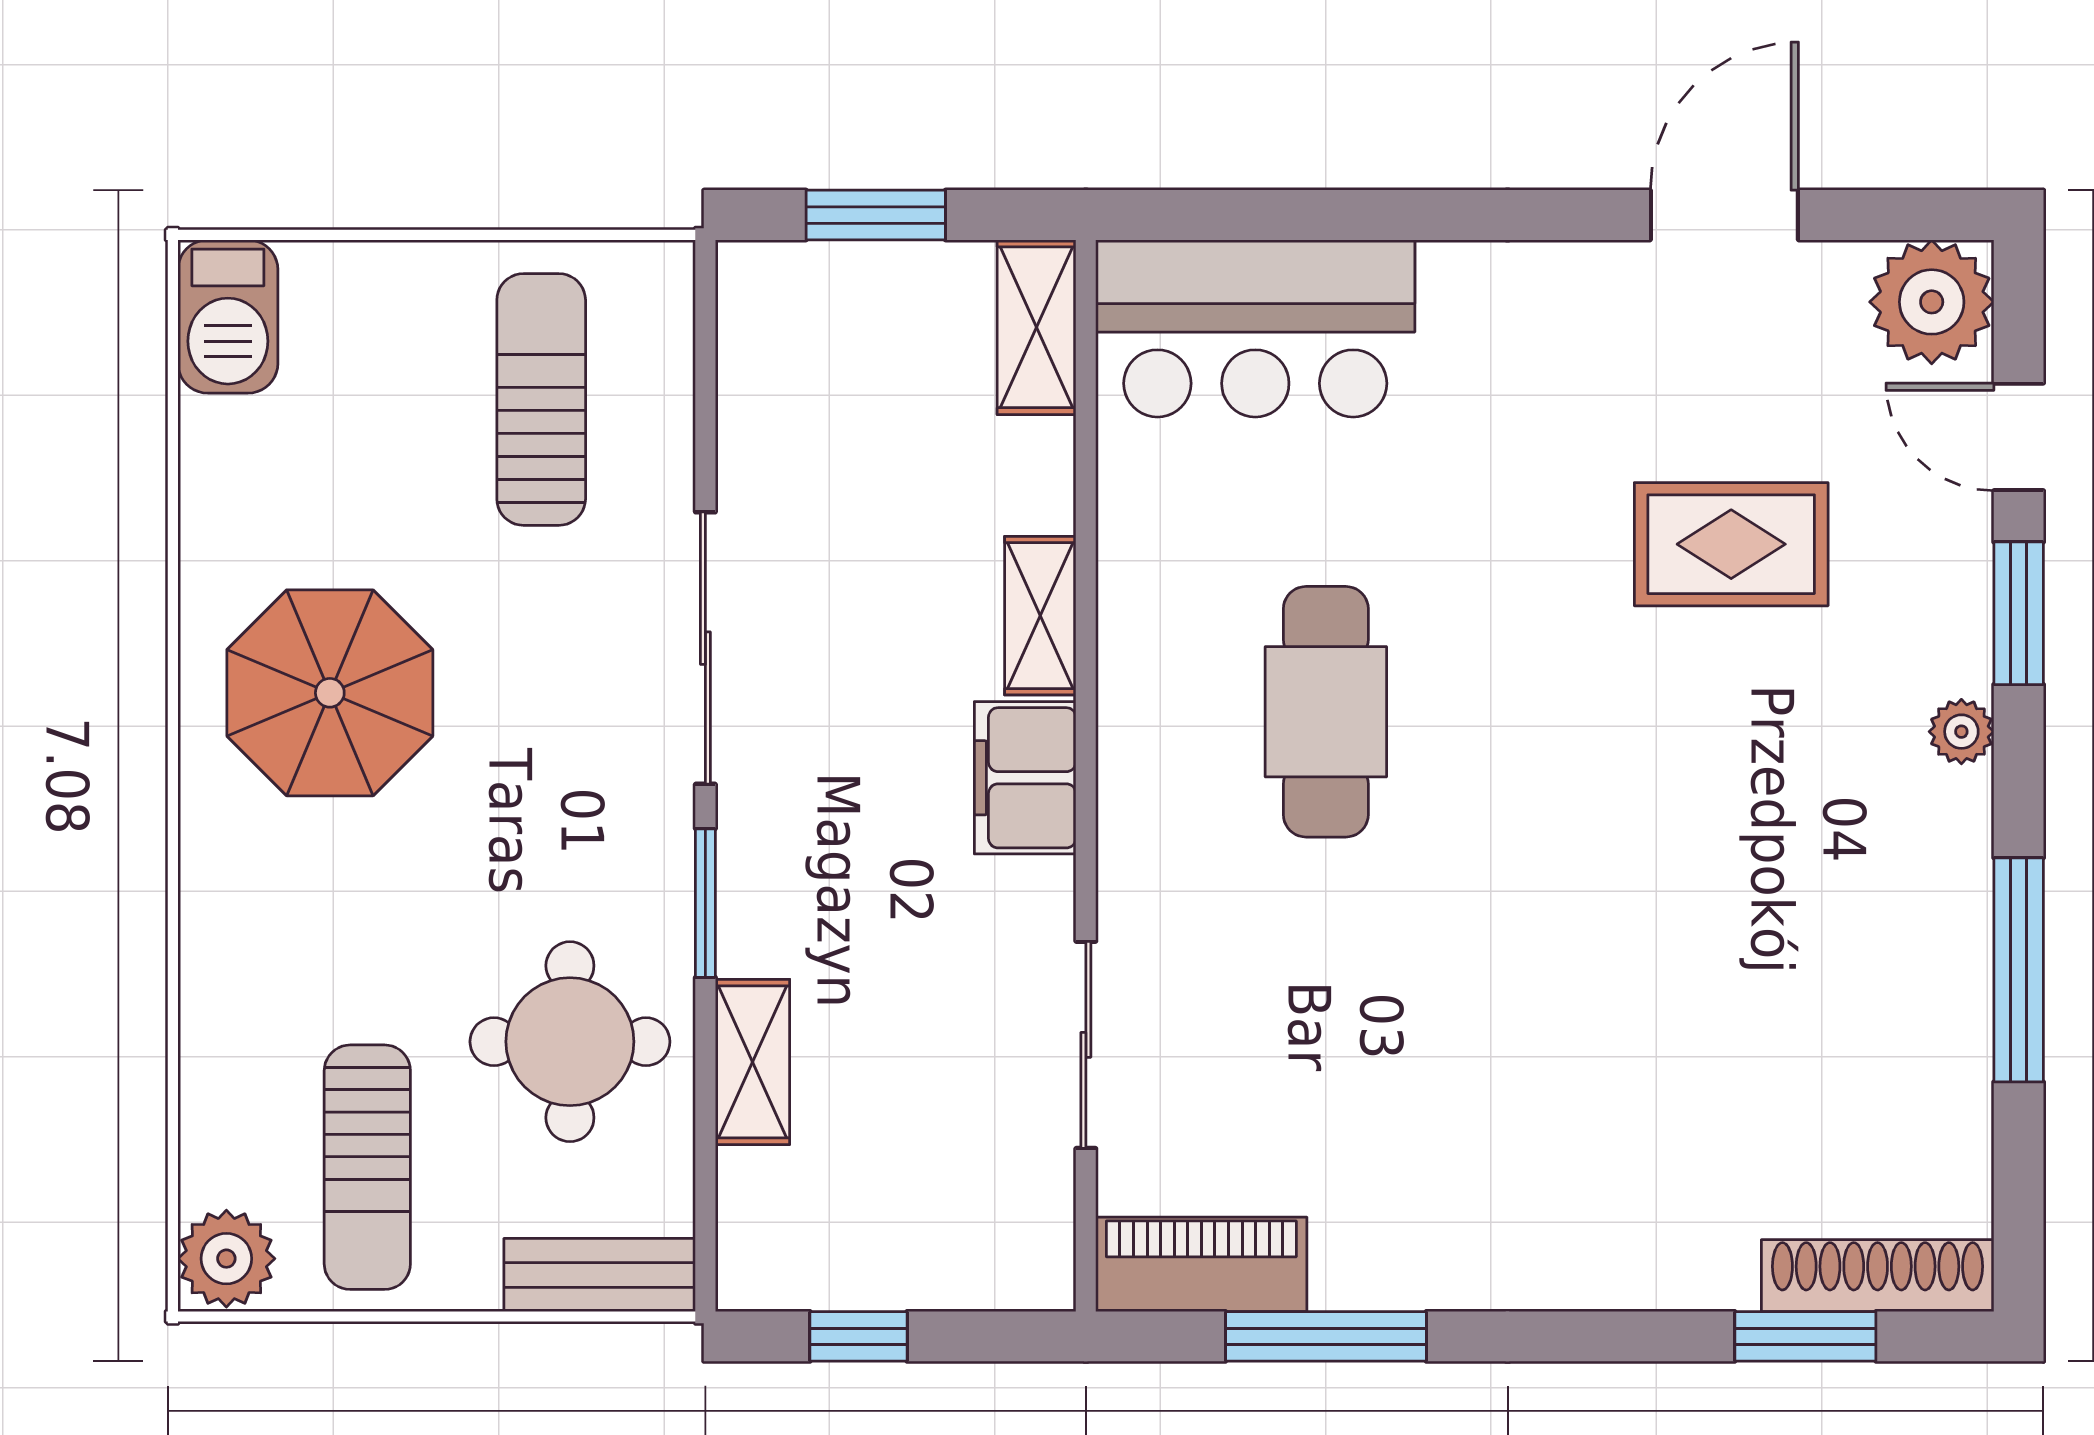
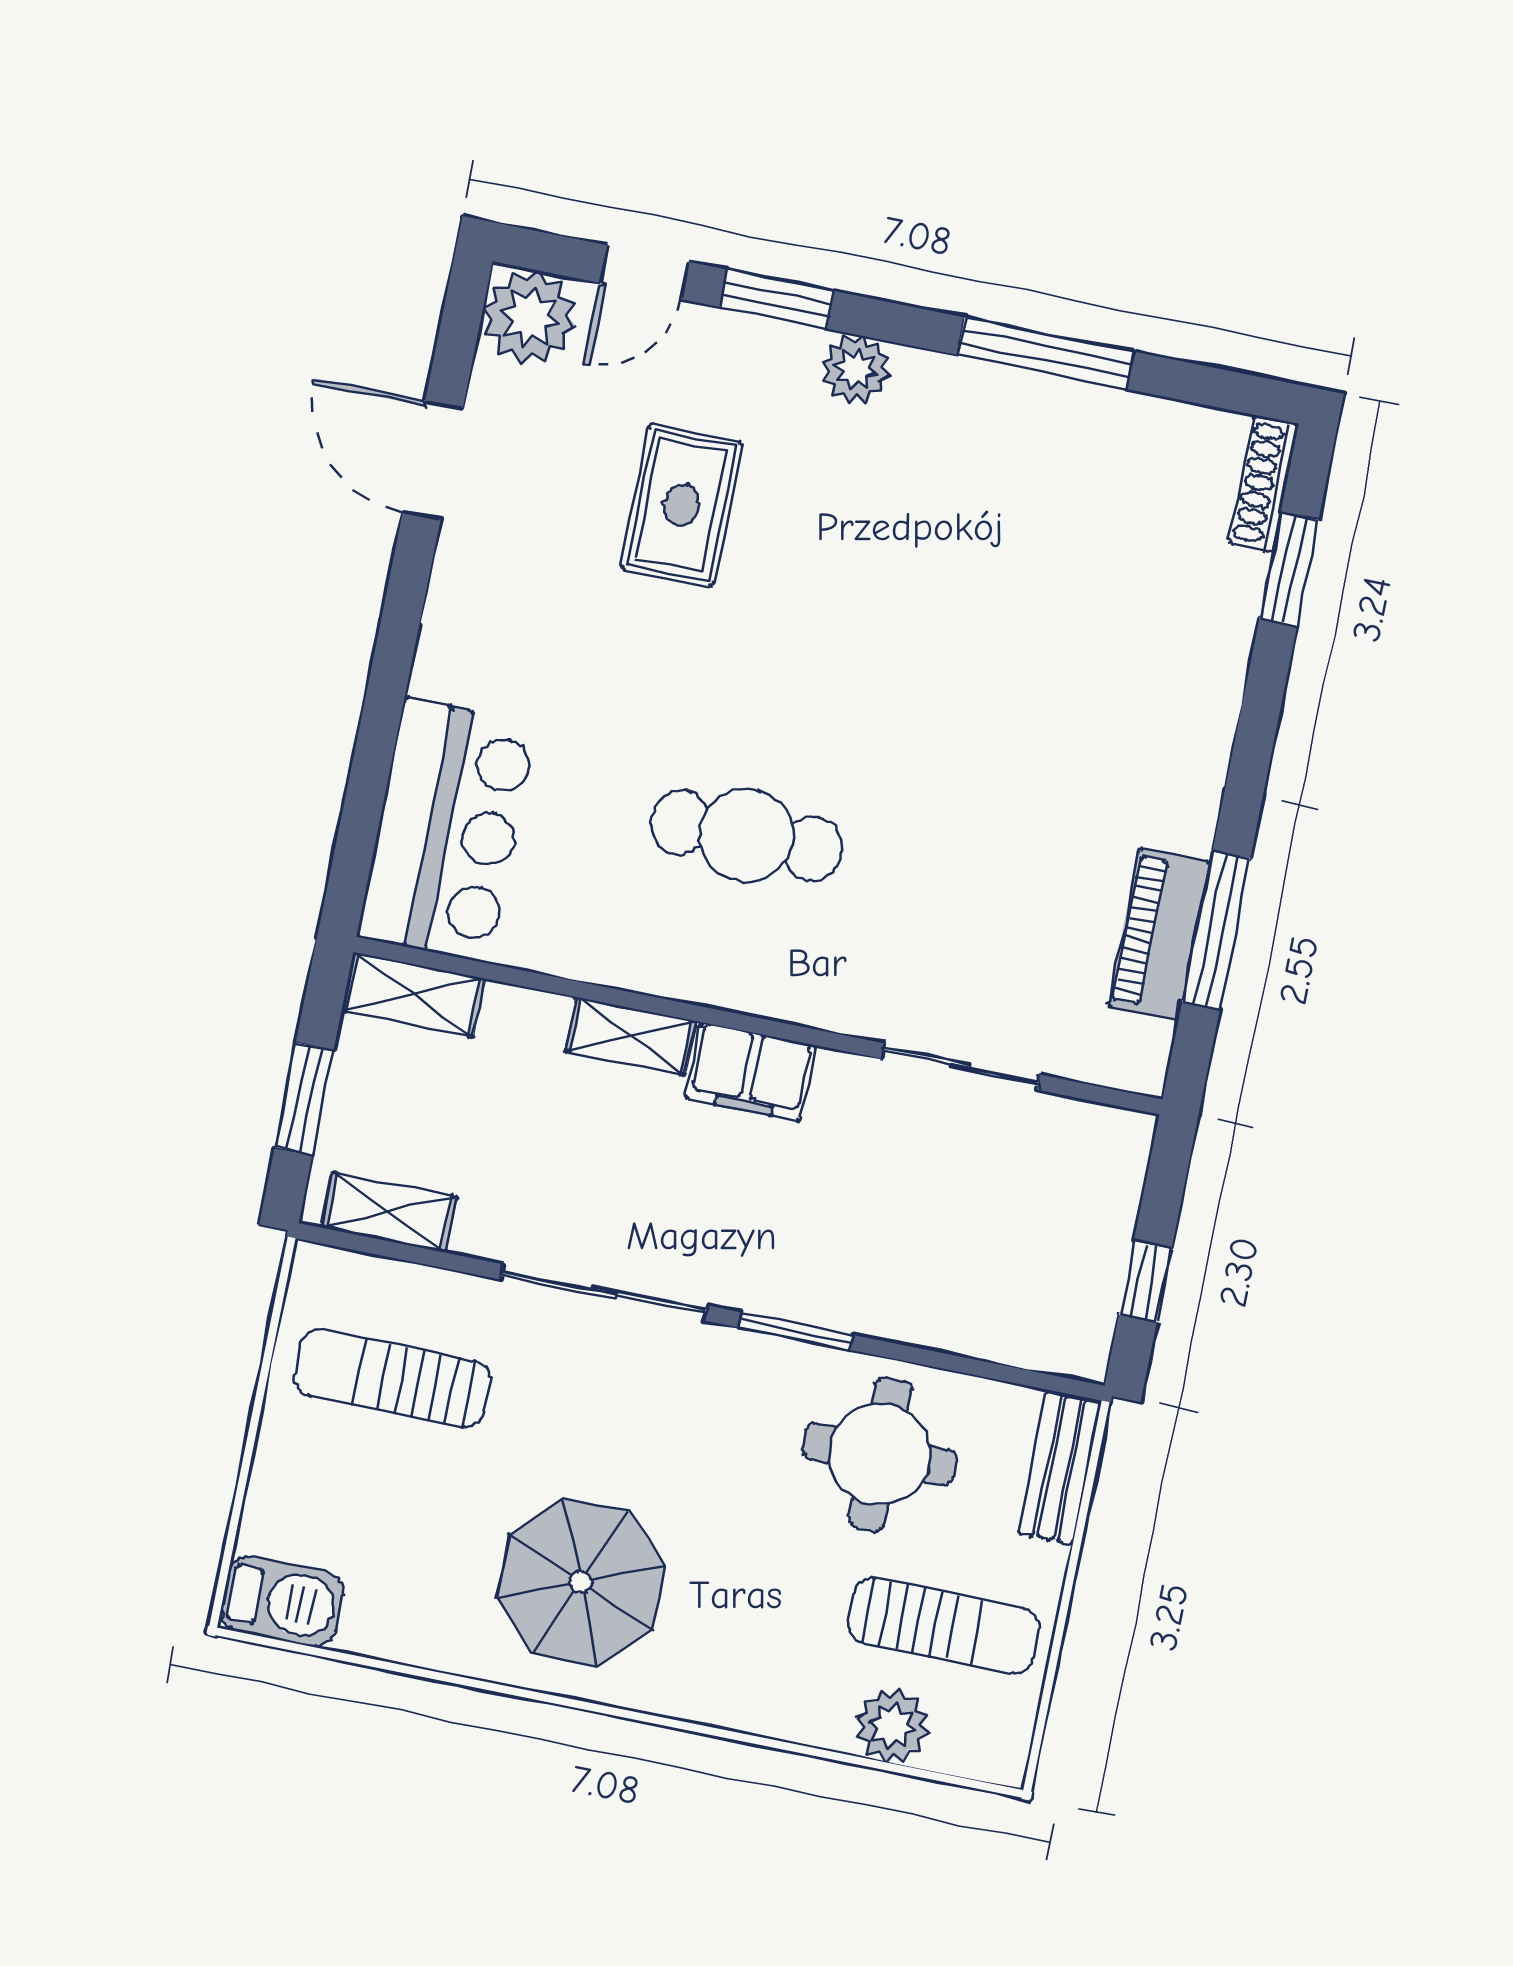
plant: (1961, 732) -> (856, 369), width x1.38, depth x1.38
shelving: (753, 1062) -> (389, 1212), moved
plant: (226, 1259) -> (892, 1726), moved
piano: (1201, 1264) -> (1159, 934), moved
shoe rack: (1878, 1276) -> (1264, 484), width x0.74, depth x0.81

